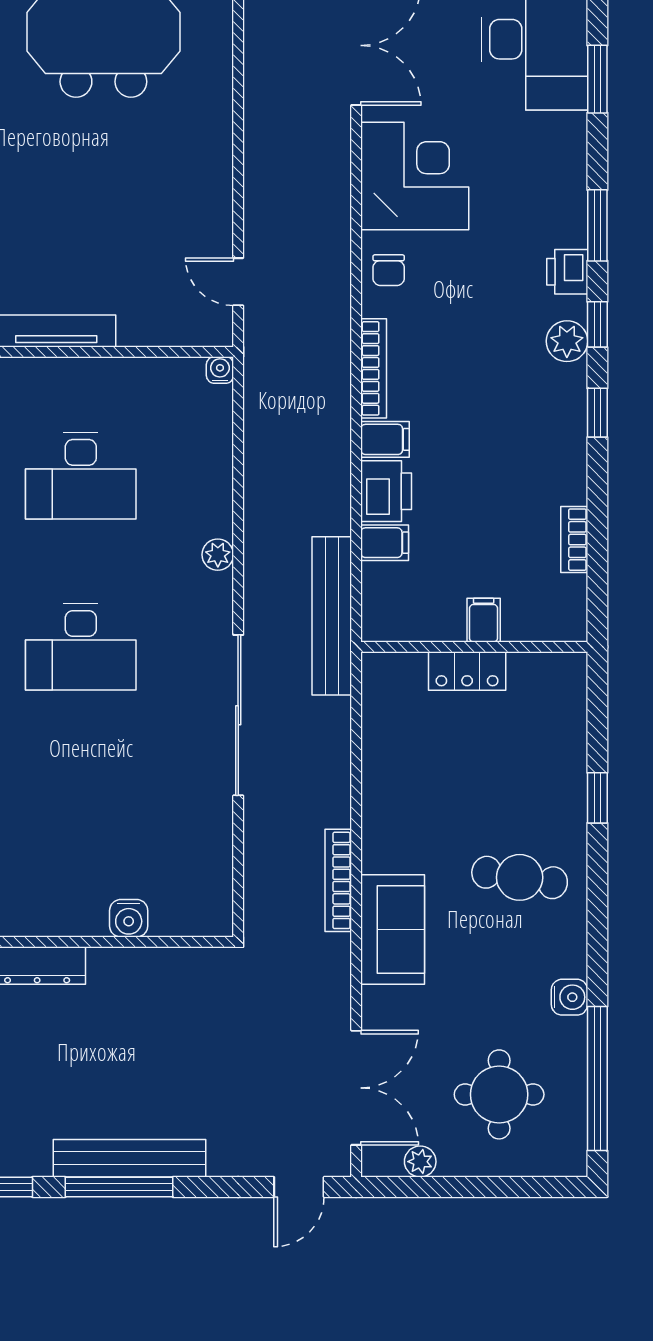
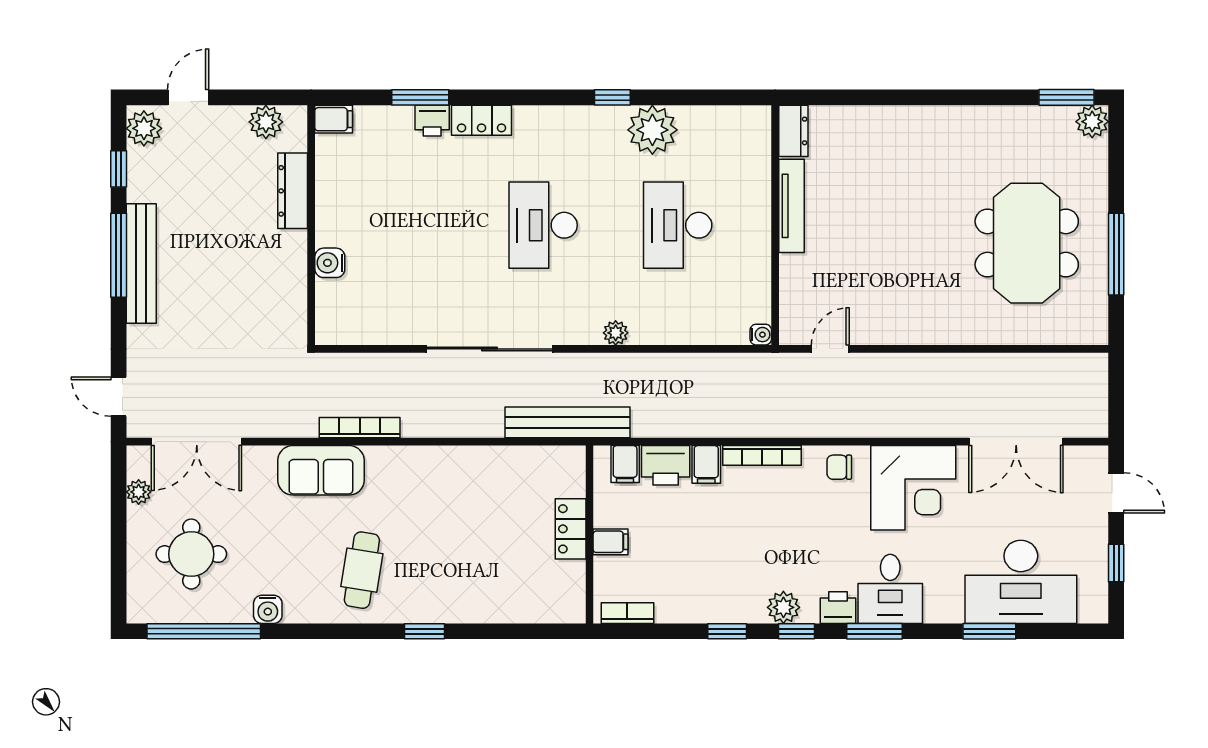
desk: (543, 205) -> (890, 589), added
filing cabinet: (484, 620) -> (611, 542), moved
wall: (474, 647) -> (590, 534), moved
locker: (467, 671) -> (571, 529), moved

